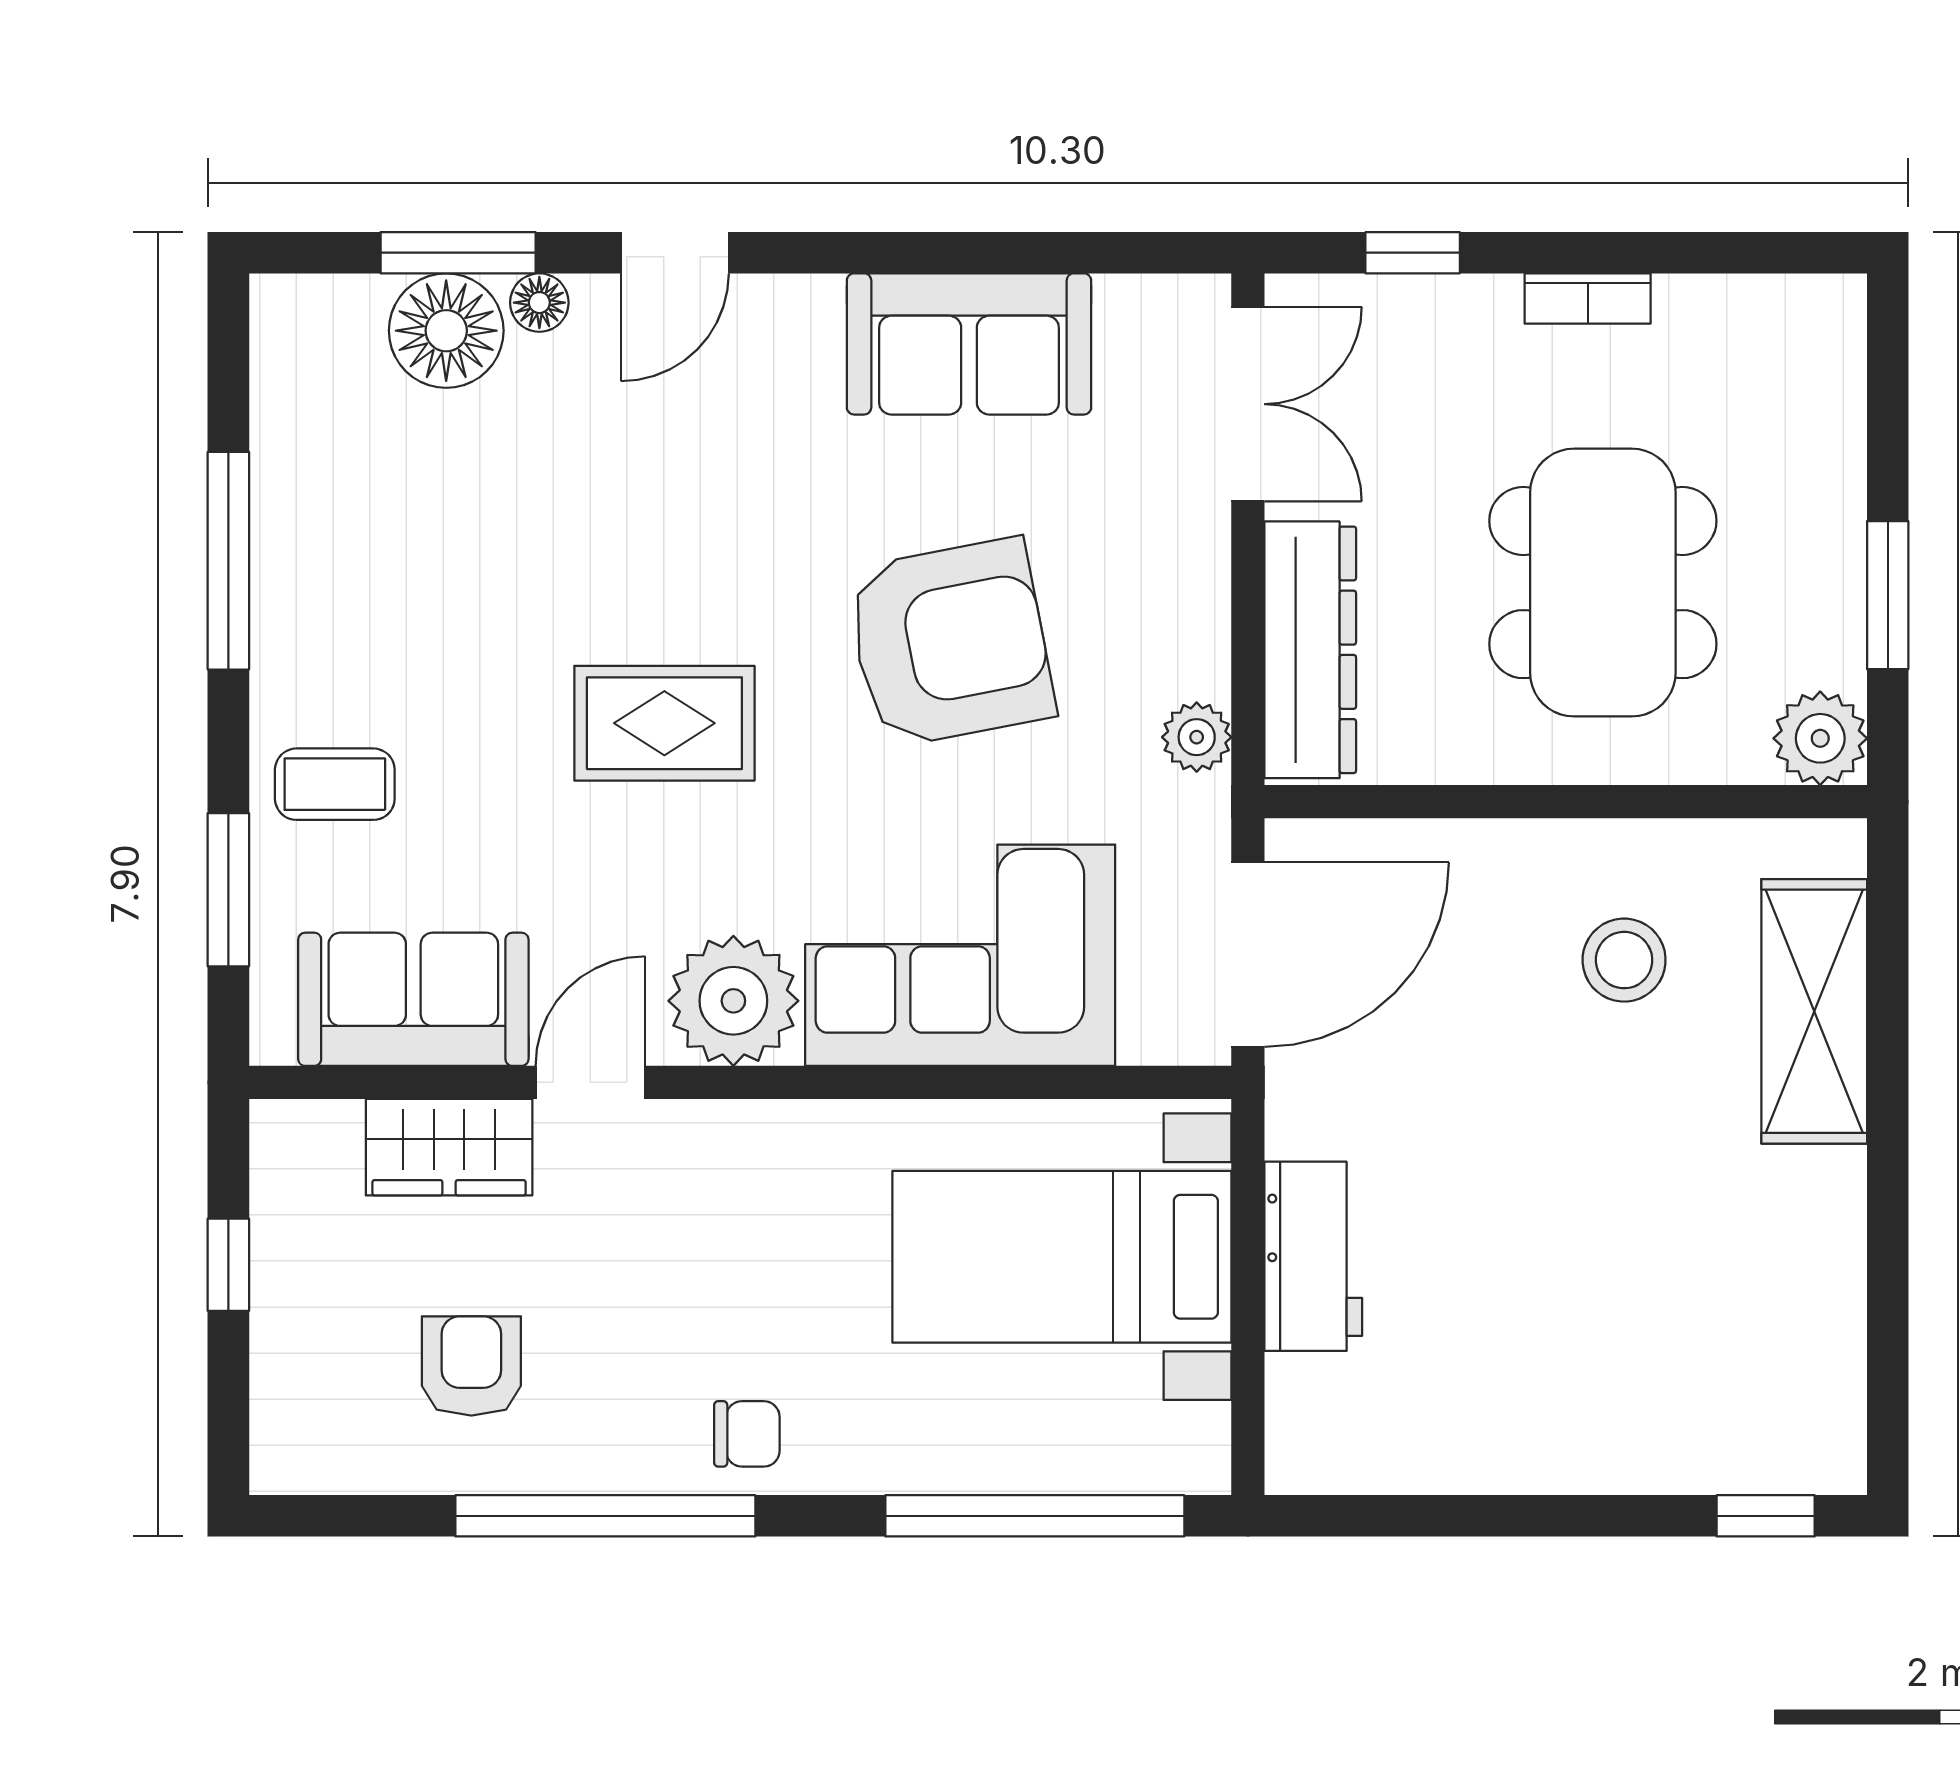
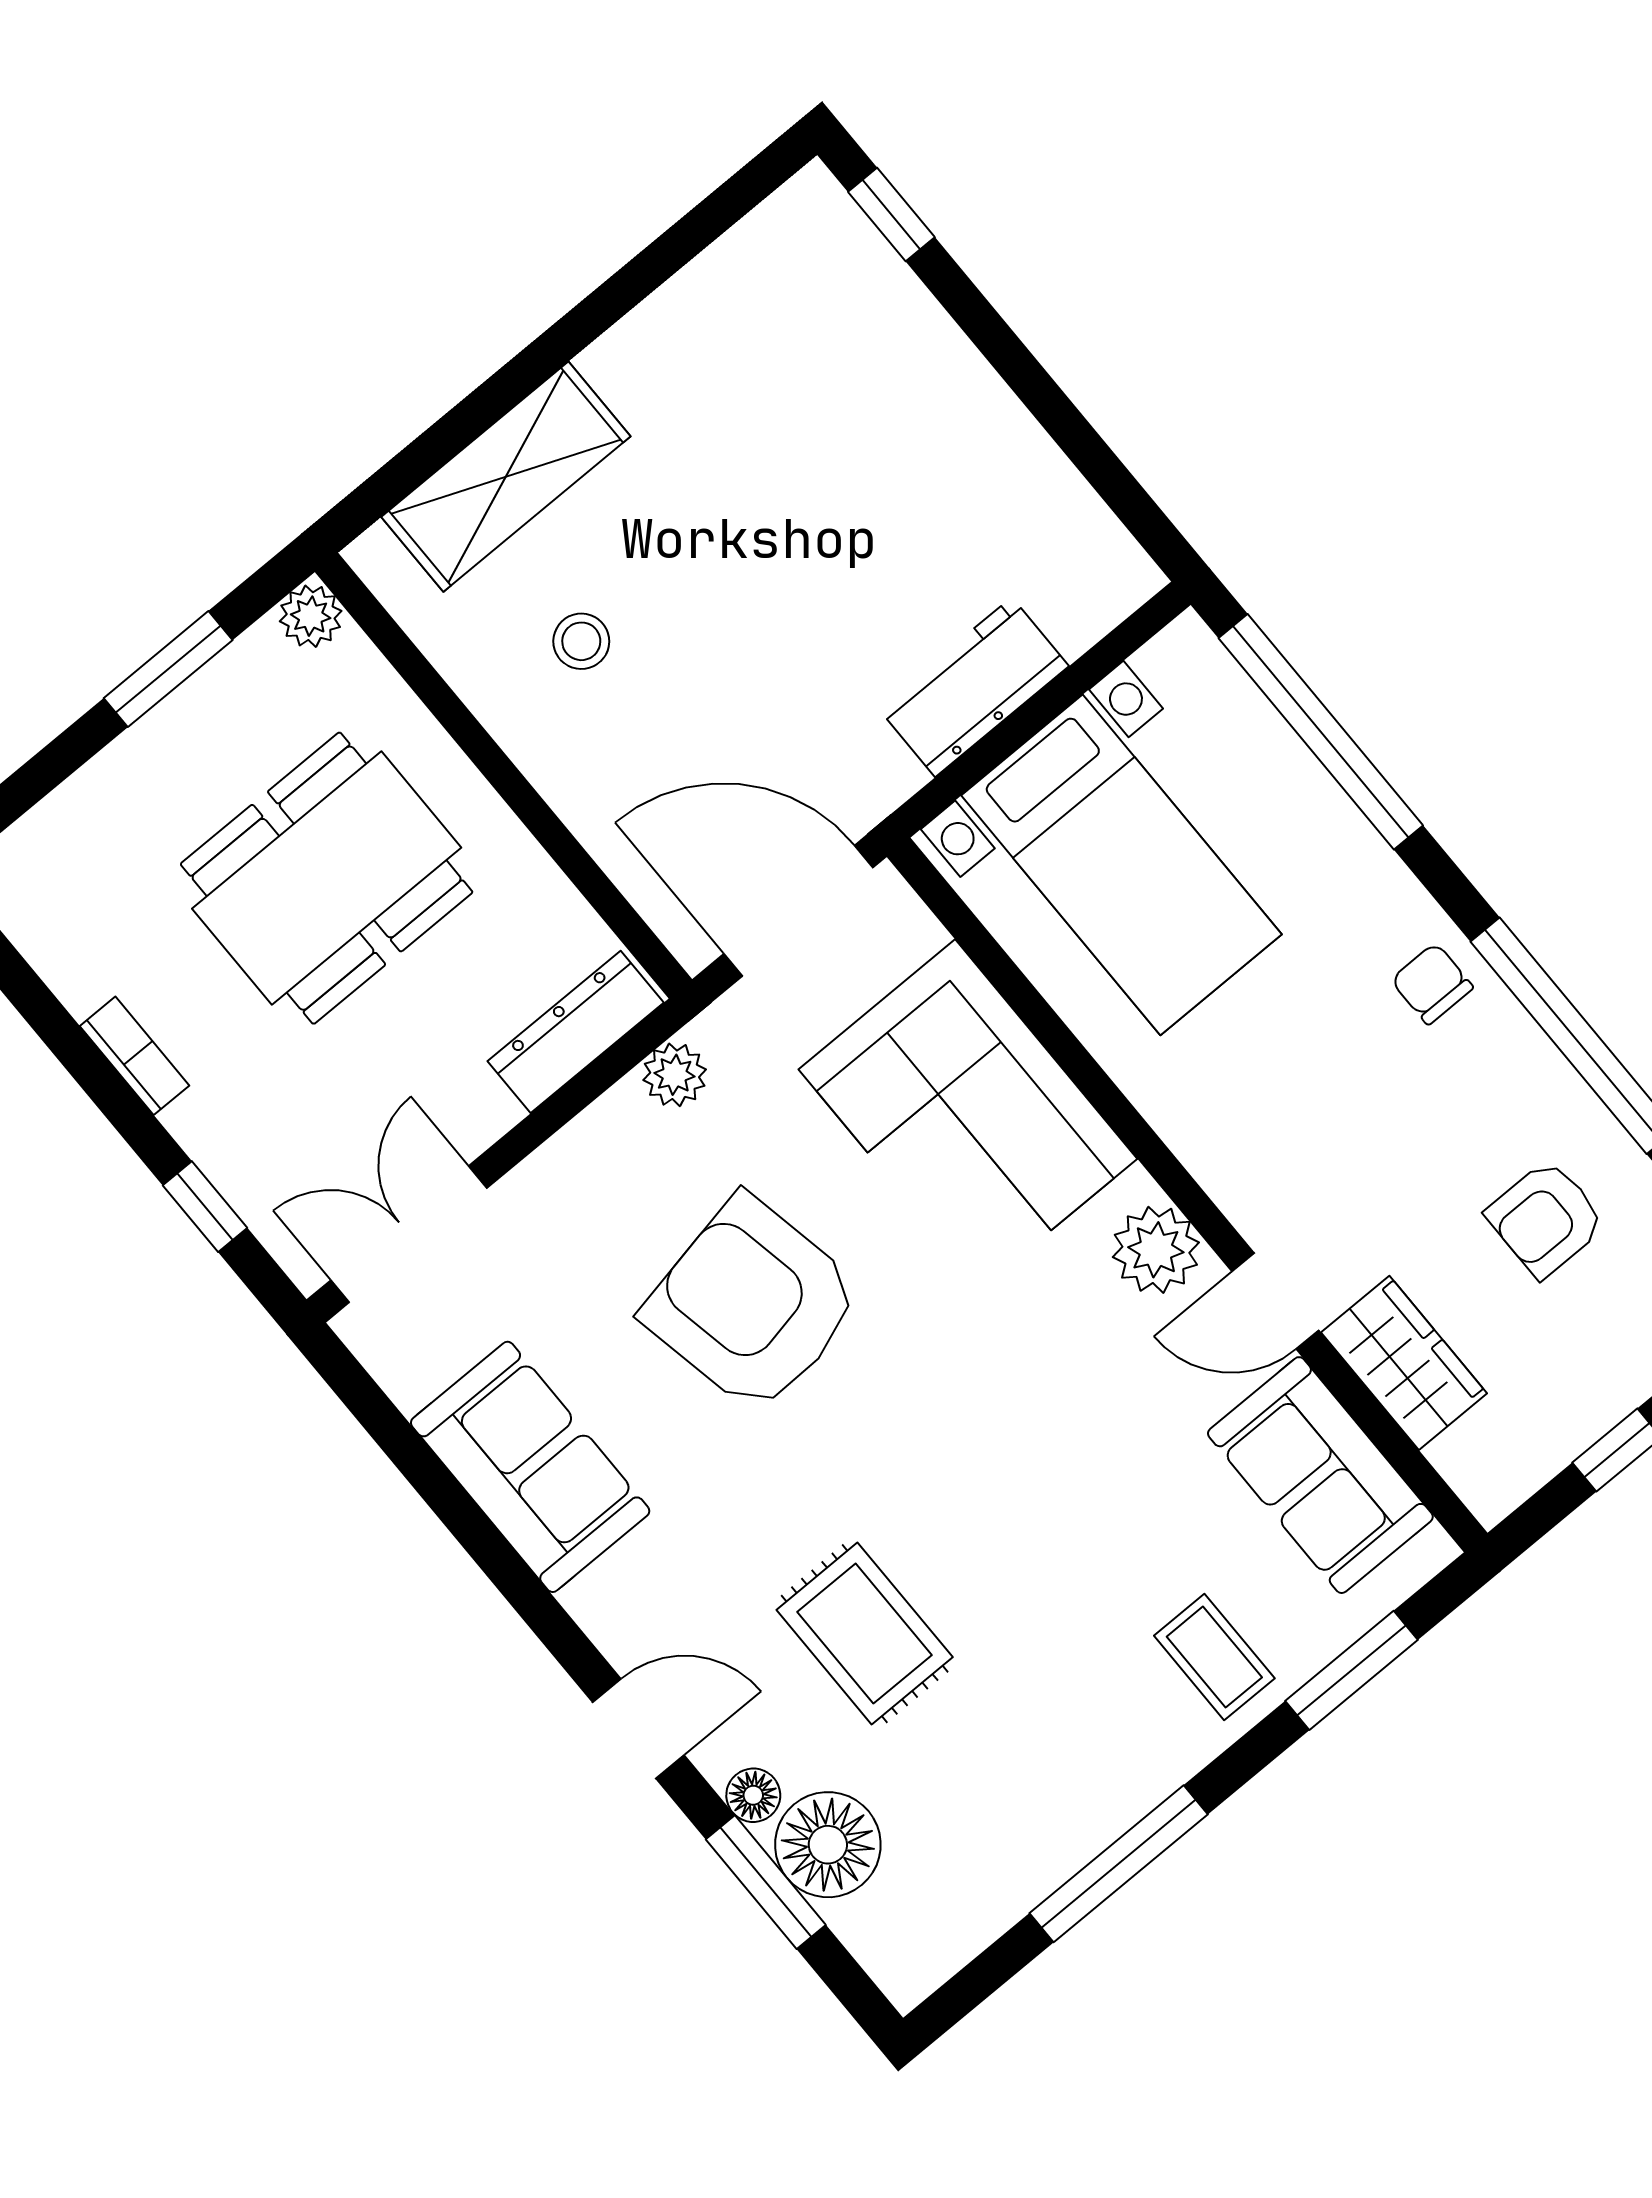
dresser: (1310, 650) -> (576, 1032), width x0.73, depth x0.80
rug: (664, 723) -> (865, 1634), moved
plant: (1820, 738) -> (311, 616), width x0.73, depth x0.73
stool: (1624, 960) -> (581, 641), width x0.73, depth x0.73
plant: (733, 1001) -> (1156, 1250), width x0.73, depth x0.73

